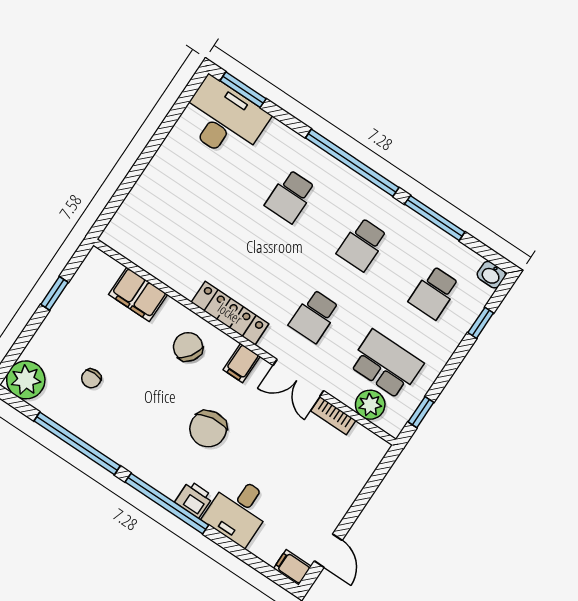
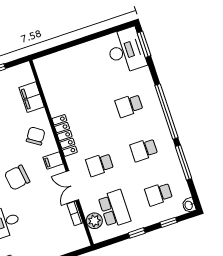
window: (421, 412) -> (137, 233), moved

